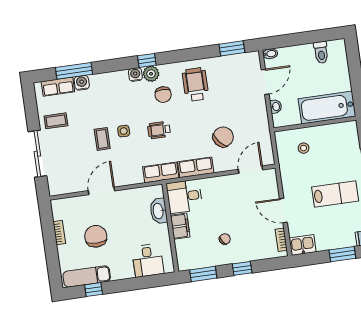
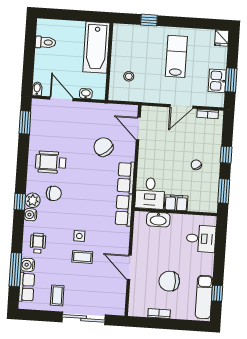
wheelchair: (159, 130) -> (38, 243), moved, turned 180
kitchen sink: (303, 245) -> (217, 81), moved
window: (342, 254) -> (231, 80), moved

